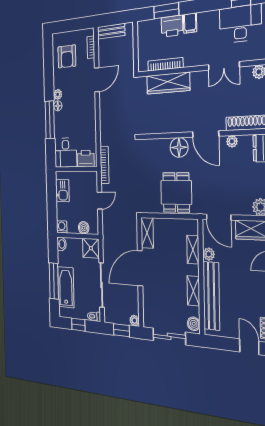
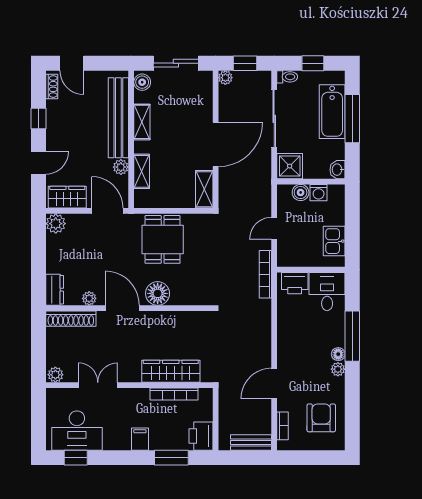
printer: (172, 26) -> (201, 436), moved, turned -90
washing machine: (62, 227) -> (319, 193), moved

